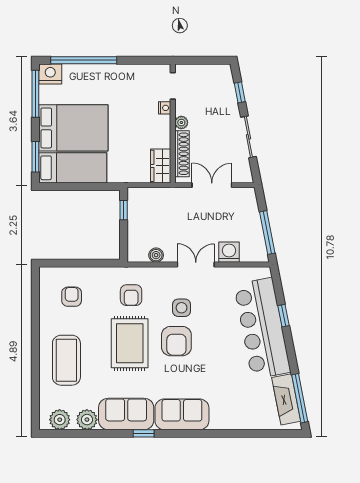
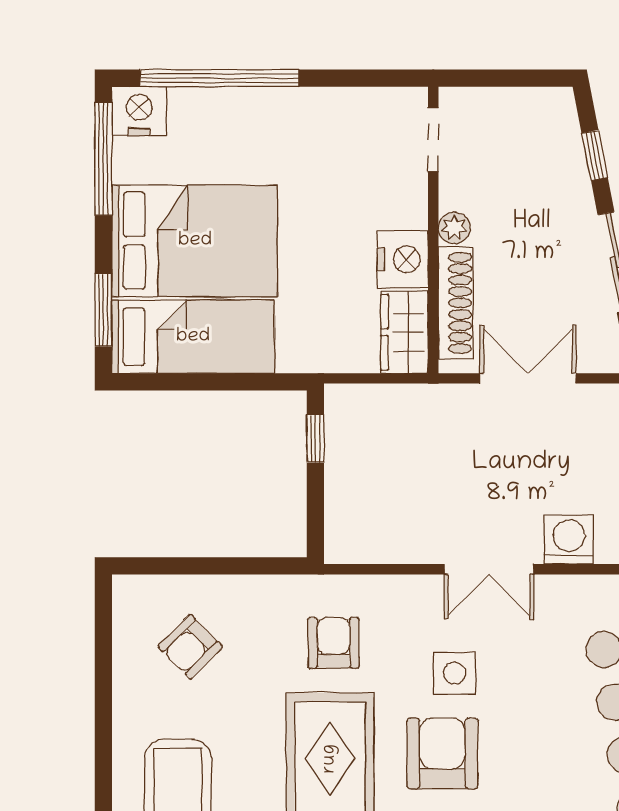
nightstand: (165, 108) -> (403, 259), moved, width x1.89, depth x1.79
boiler: (156, 255) -> (393, 547), removed
double door: (196, 264) -> (489, 569), swing flipped
armchair: (131, 295) -> (333, 643), turned 180
armchair: (72, 297) -> (190, 647), turned -135
armchair: (176, 341) -> (442, 753), turned 180

